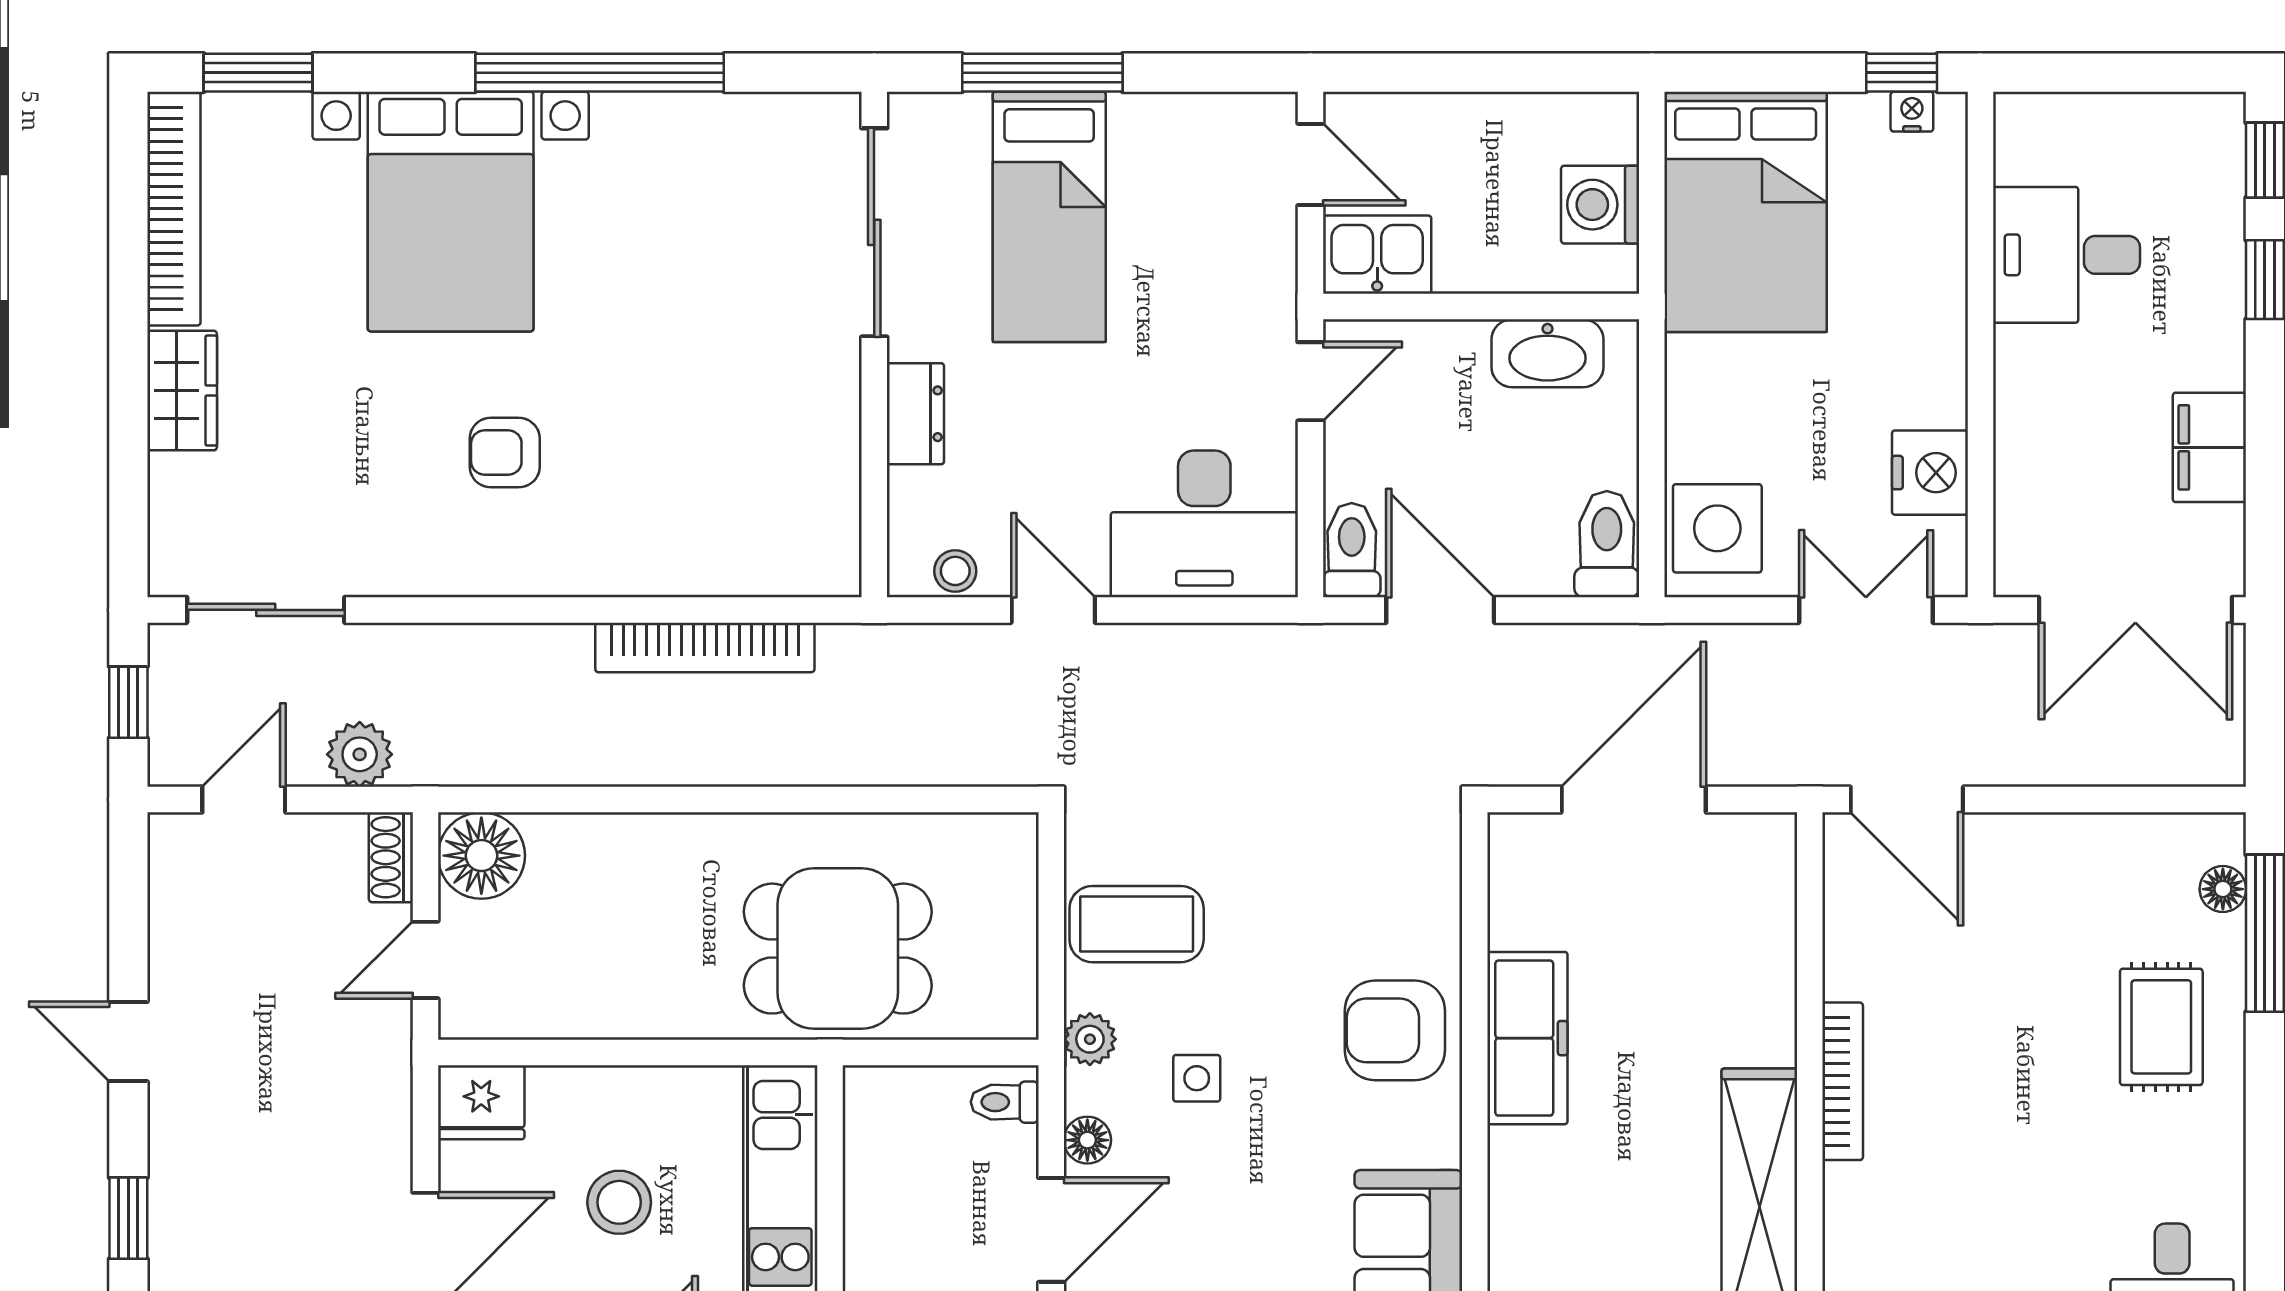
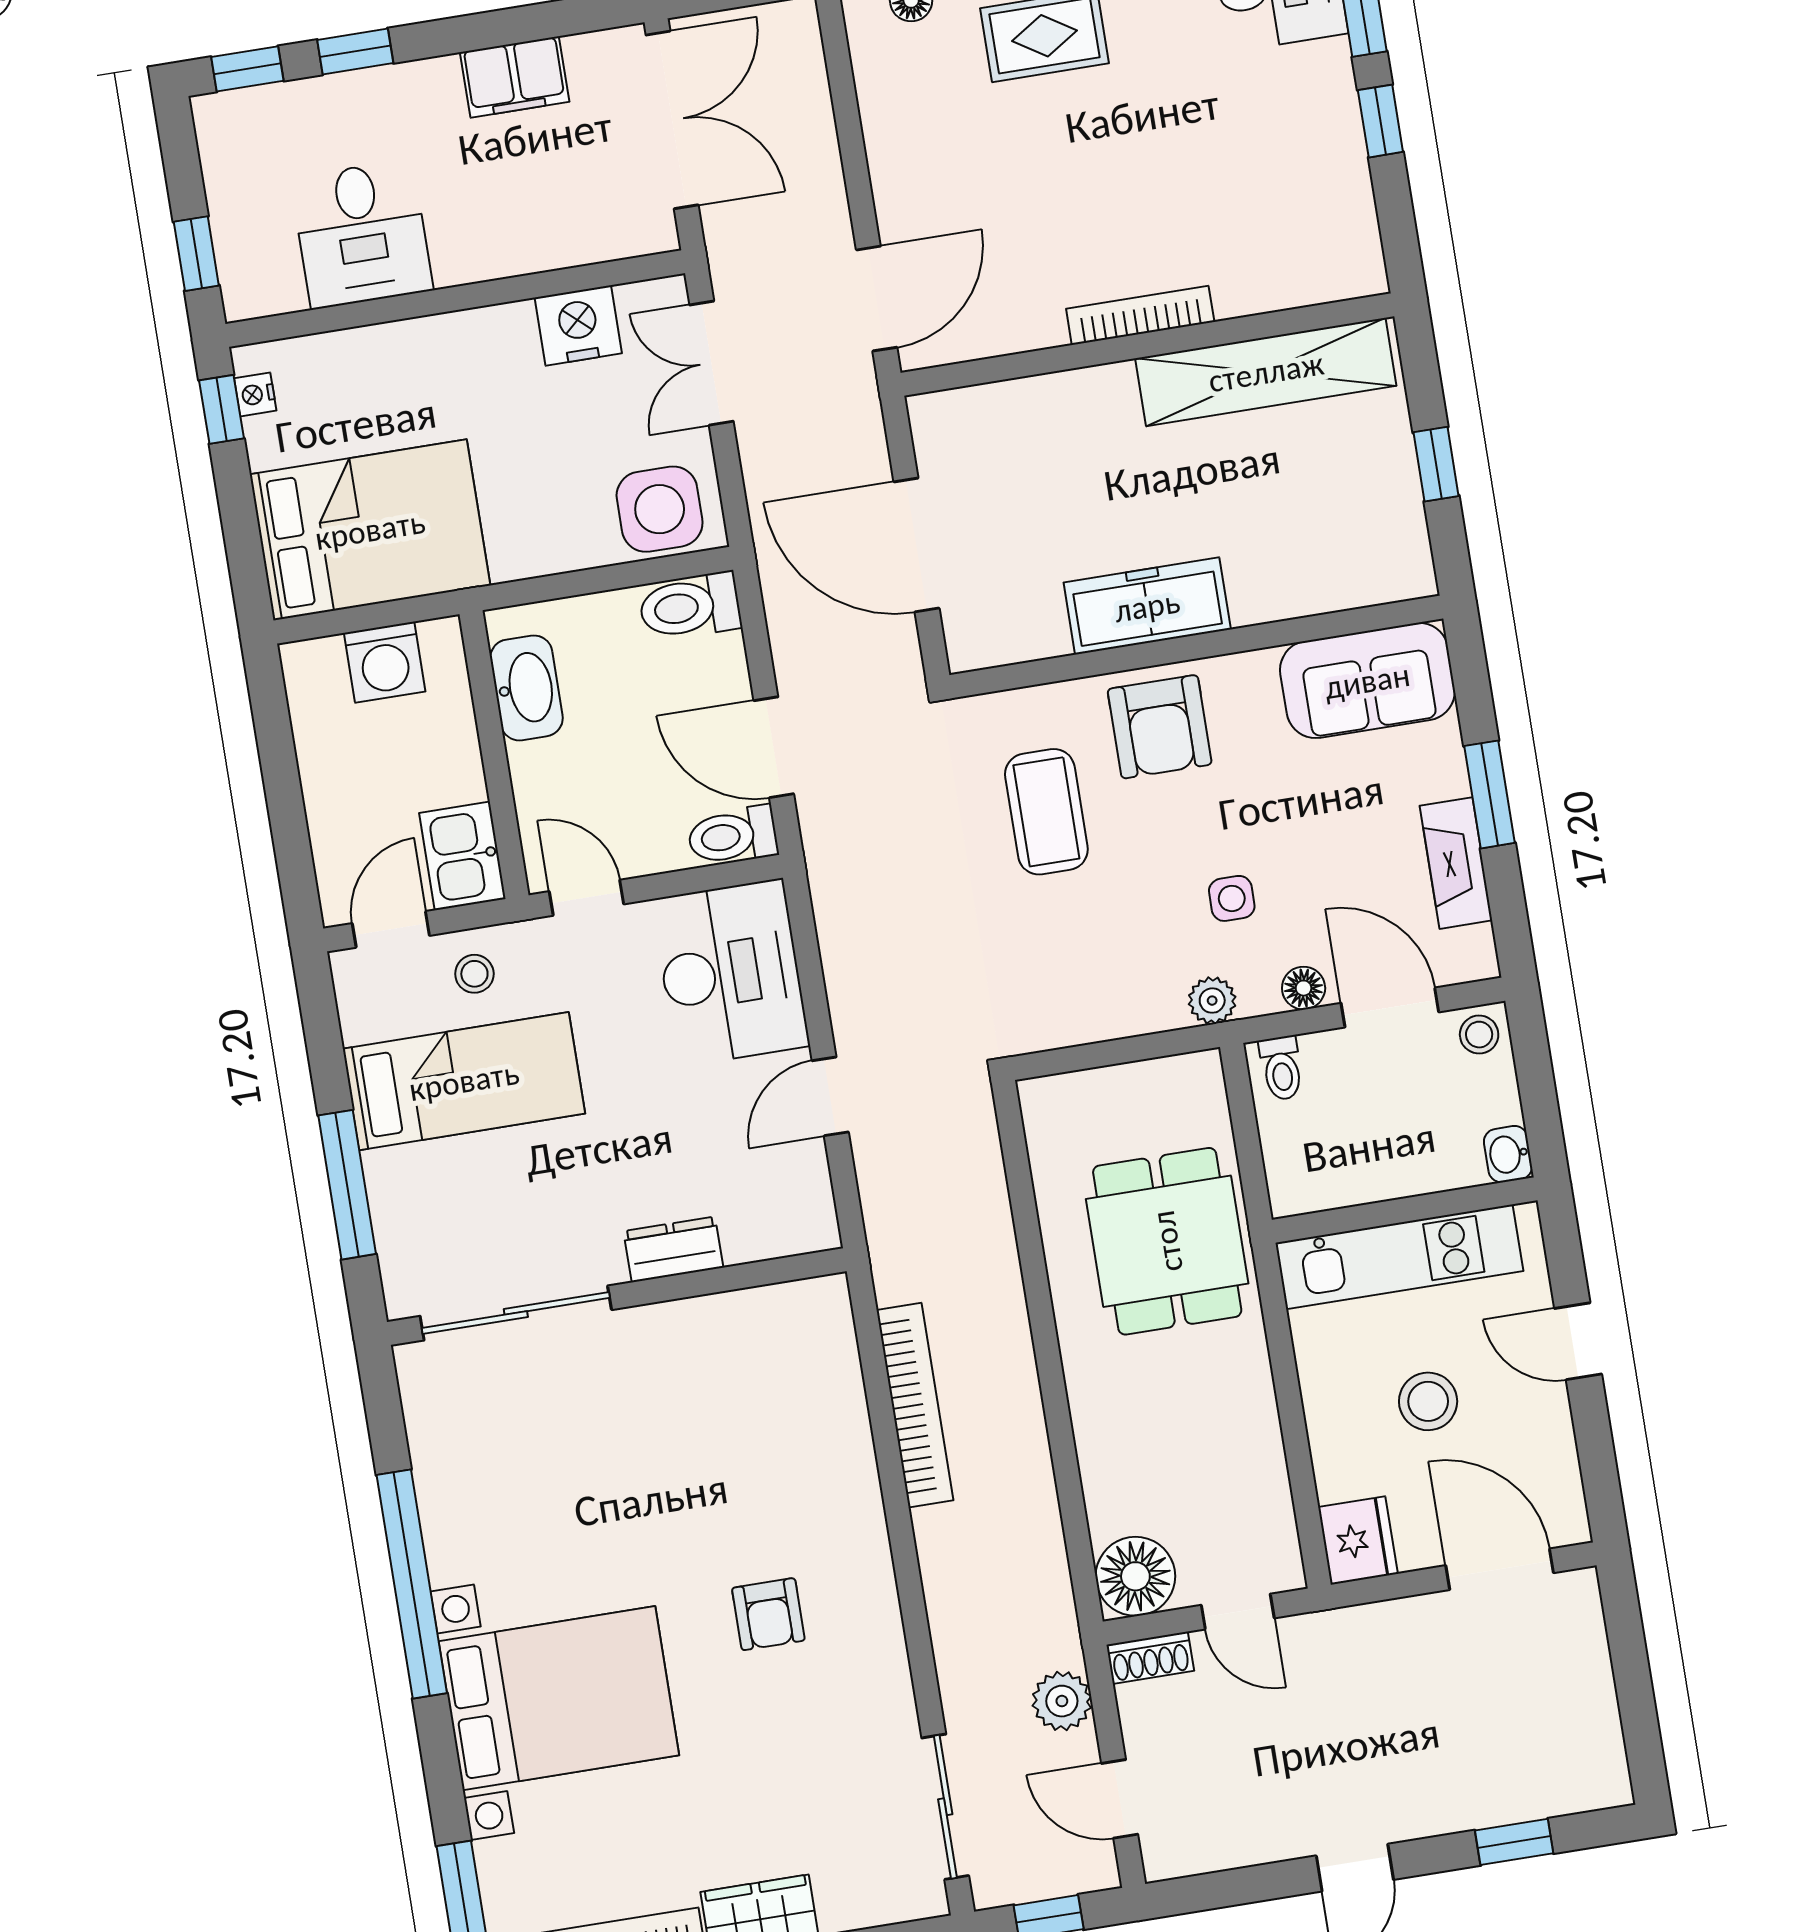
window: (2074, 73) -> (196, 254), added
bed: (1049, 217) -> (464, 1081), moved
stool: (955, 571) -> (474, 974), moved
door: (1440, 610) -> (774, 747), hinge flipped
coffee table: (1137, 924) -> (1046, 812), moved

